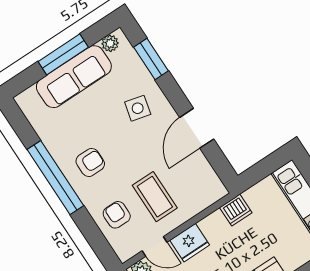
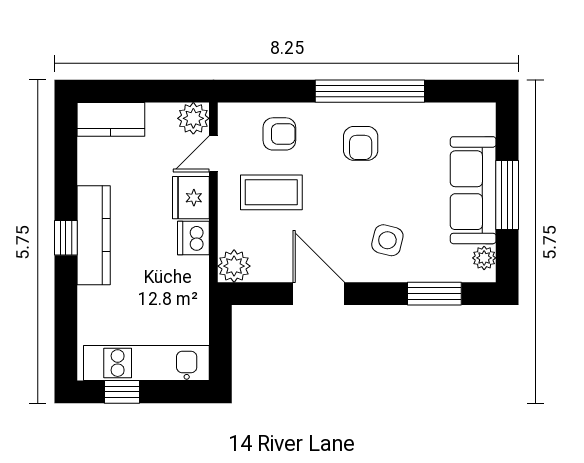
plant: (214, 190) -> (234, 266), added
dishwasher: (236, 210) -> (193, 238), moved

